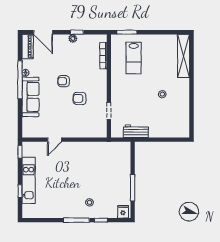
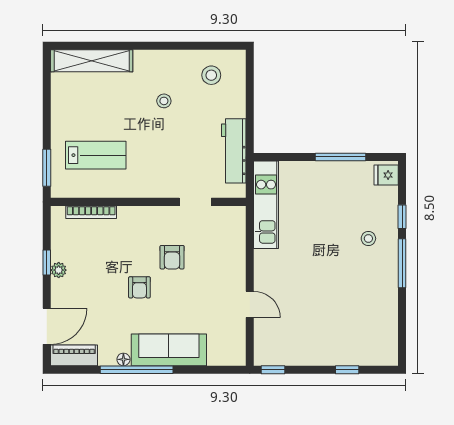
stool: (176, 119) -> (211, 75), added
workbench: (136, 131) -> (234, 151), width x1.38
kitchen unit: (29, 180) -> (266, 205), moved, turned 90

